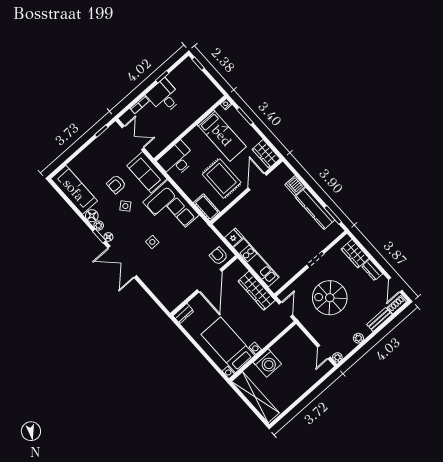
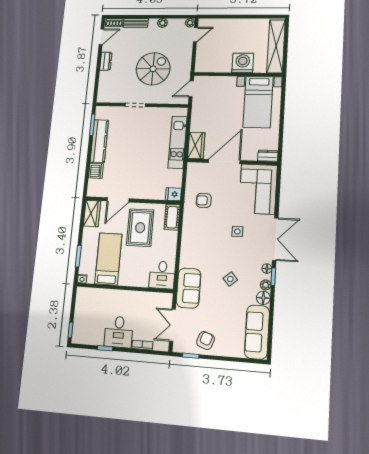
desk: (177, 160) -> (162, 275), width x0.73
armchair: (116, 184) -> (206, 340), moved, turned -71
corner sofa: (171, 209) -> (258, 189), moved, turned 180
fridge: (234, 237) -> (173, 194), moved
wardrobe: (355, 254) -> (105, 83), removed
armchair: (219, 256) -> (204, 200), moved, turned 90
wardrobe: (257, 291) -> (196, 145), moved, width x0.67
spiral stairs: (330, 298) -> (153, 69), turned -90

